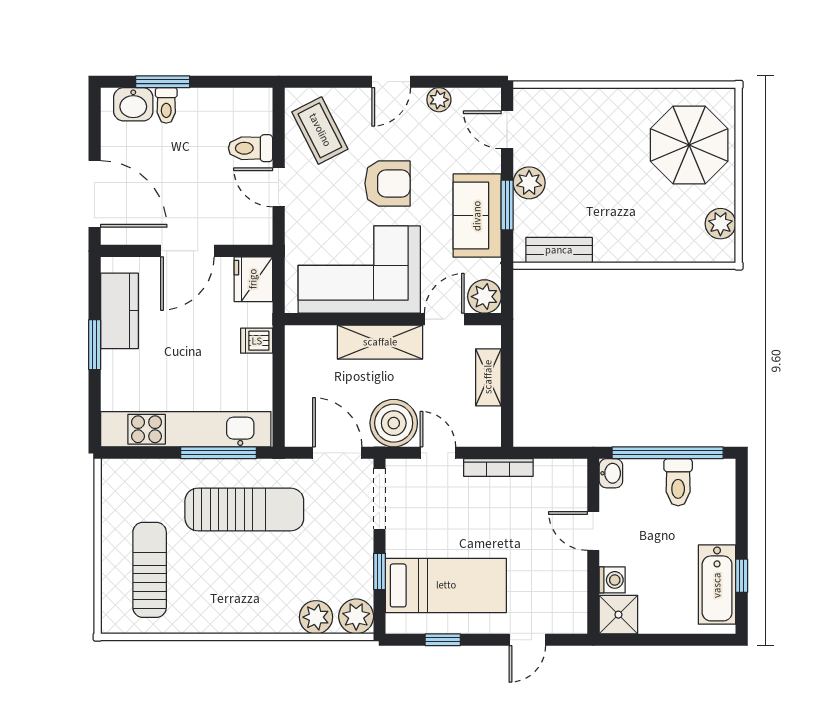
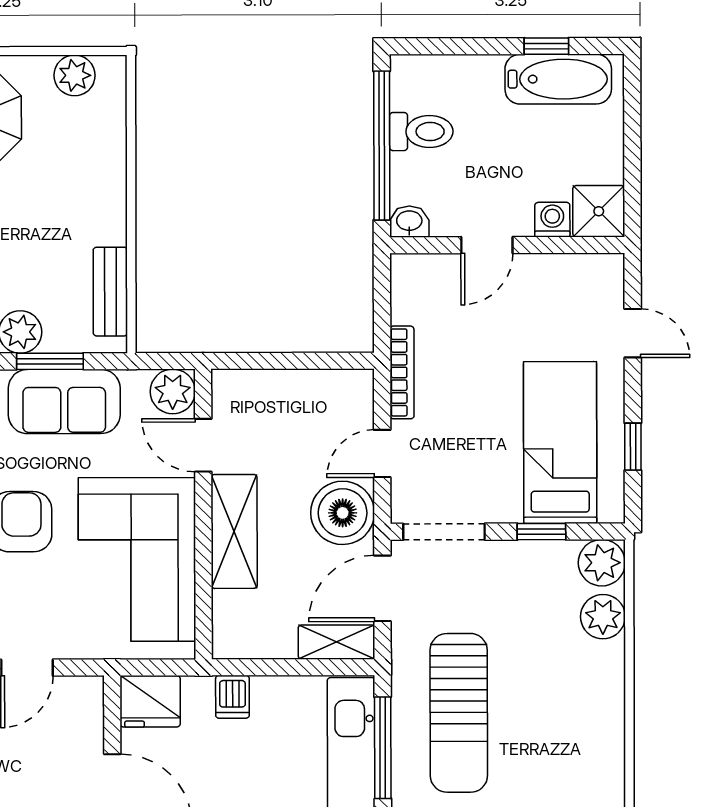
shelving: (488, 377) -> (336, 642), moved
sun lounger: (244, 509) -> (459, 713), turned 180

